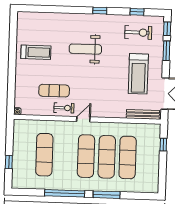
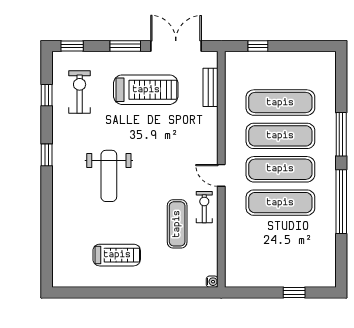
window: (166, 51) -> (125, 46), moved
treadmill: (36, 52) -> (117, 255), turned 90
bench: (143, 114) -> (211, 87), width x0.73
exercise mat: (44, 155) -> (280, 203), moved

